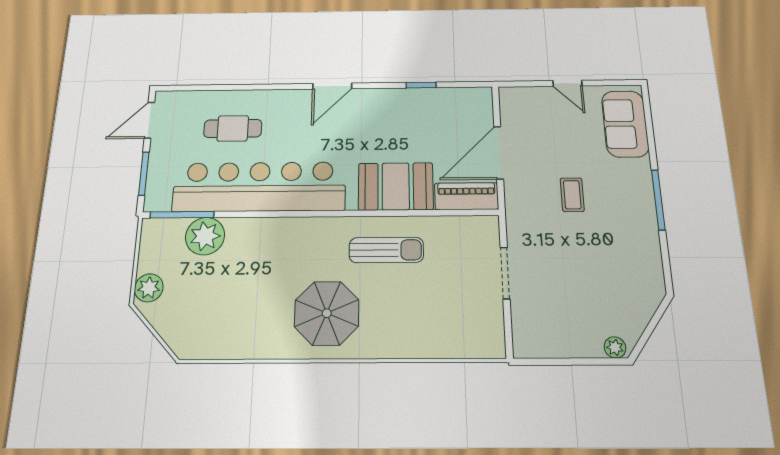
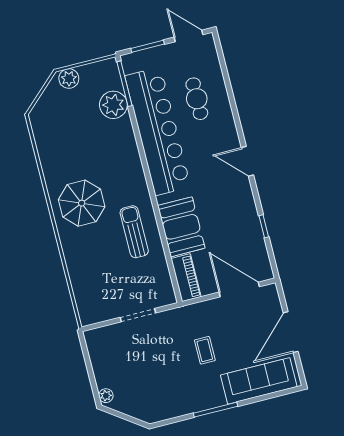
door: (567, 83) -> (291, 332), width x1.88
sofa: (625, 124) -> (259, 381), width x1.36
door: (499, 153) -> (239, 289), moved
coffee table: (572, 195) -> (205, 350), turned 90
sun lounger: (386, 250) -> (134, 232), turned 180

